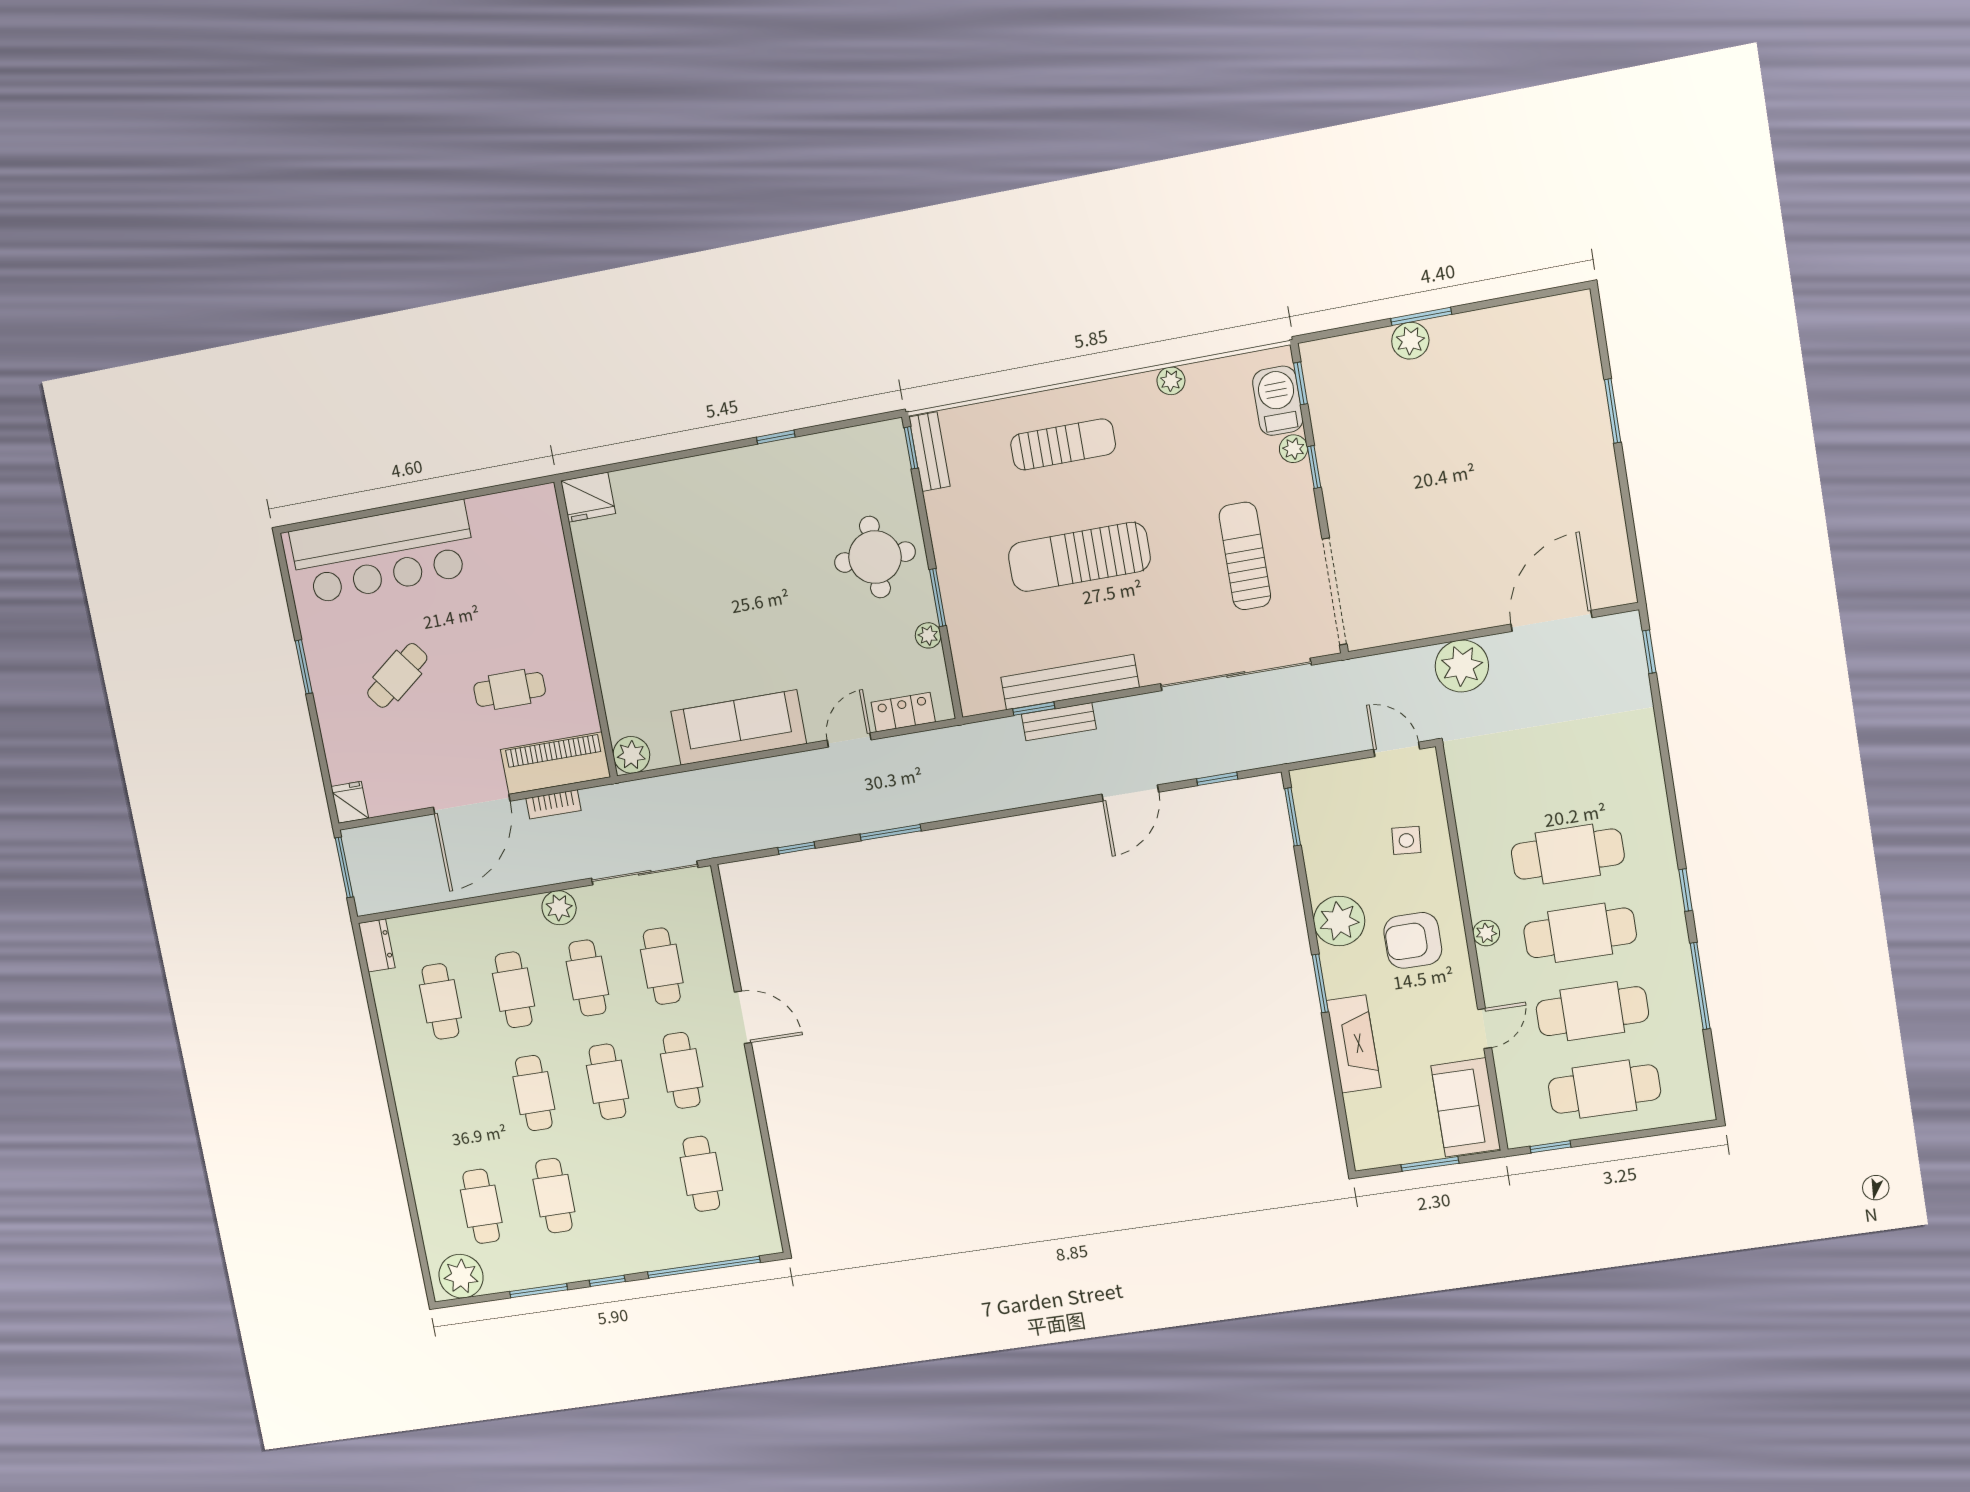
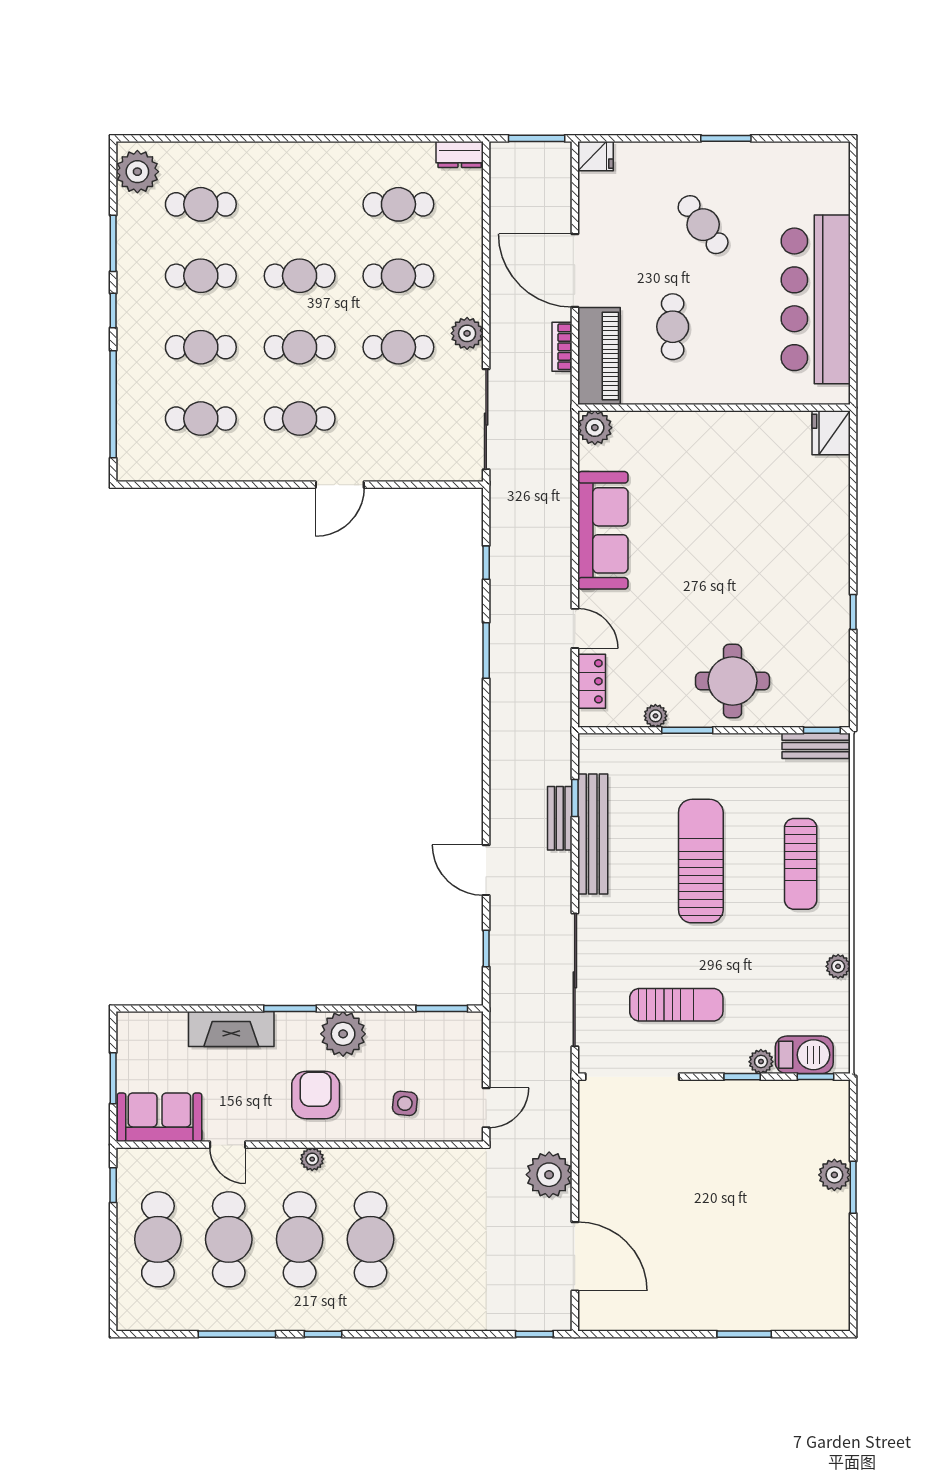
bar counter: (383, 552) -> (816, 299), moved
cafe table: (662, 966) -> (201, 347), moved

